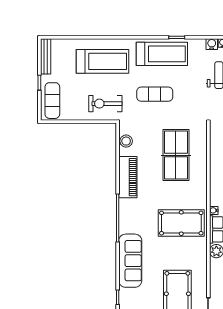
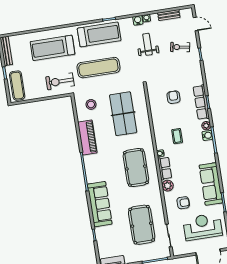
treadmill: (103, 61) -> (52, 48), turned 180
exercise mat: (155, 94) -> (98, 68), width x1.36, depth x1.45
stool: (126, 141) -> (91, 104), moved
pool table: (181, 223) -> (136, 168), turned 90

